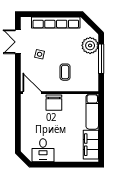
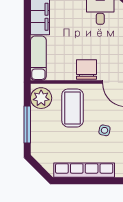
plant: (90, 45) -> (41, 98), moved
coffee table: (65, 72) -> (73, 108), width x1.86, depth x1.72

